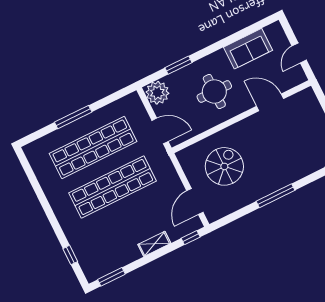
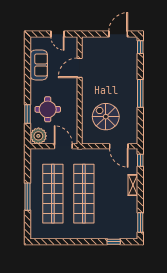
round table: (214, 91) -> (48, 109), moved
door: (160, 131) -> (63, 146), hinge flipped

